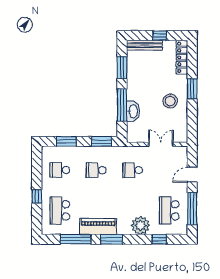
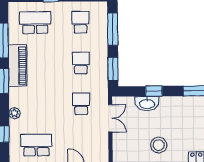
window: (122, 105) -> (154, 91), width x0.46
window: (66, 141) -> (113, 29), width x1.44
double door: (161, 144) -> (110, 118), moved
plant: (141, 225) -> (14, 113), width x0.53, depth x0.53

